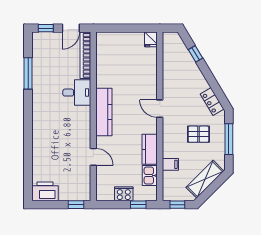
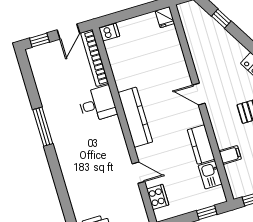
dishwasher: (103, 38) -> (109, 32), added
window: (28, 73) -> (43, 127), moved
cooker: (124, 194) -> (158, 197), moved, turned 90

